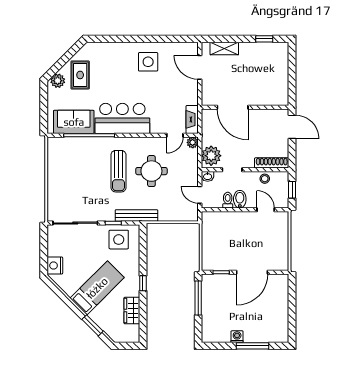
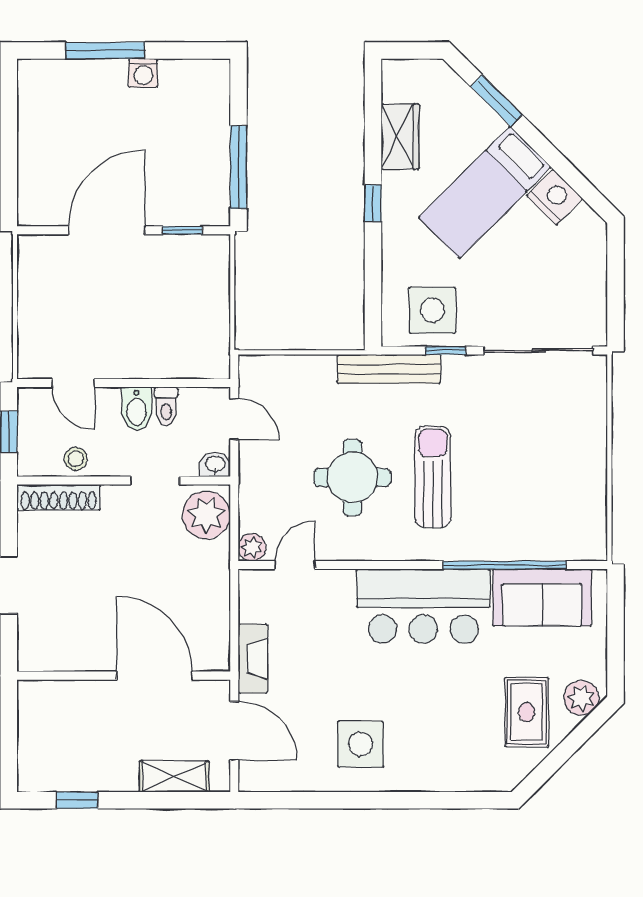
door: (233, 107) -> (154, 676), moved
wall: (245, 107) -> (124, 676), moved
fireplace: (192, 119) -> (253, 659), moved
nightstand: (55, 266) -> (555, 197), moved, turned -45

